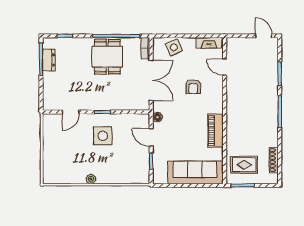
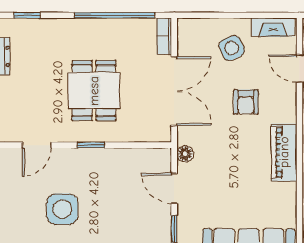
side table: (174, 47) -> (232, 48), moved
dining table: (107, 57) -> (94, 91), moved
piano: (215, 131) -> (284, 152), moved
side table: (103, 136) -> (62, 209), moved

